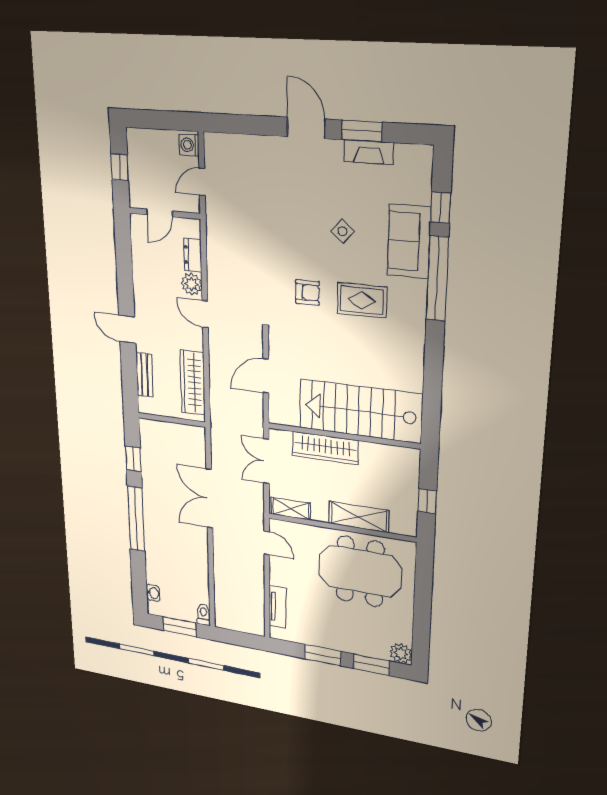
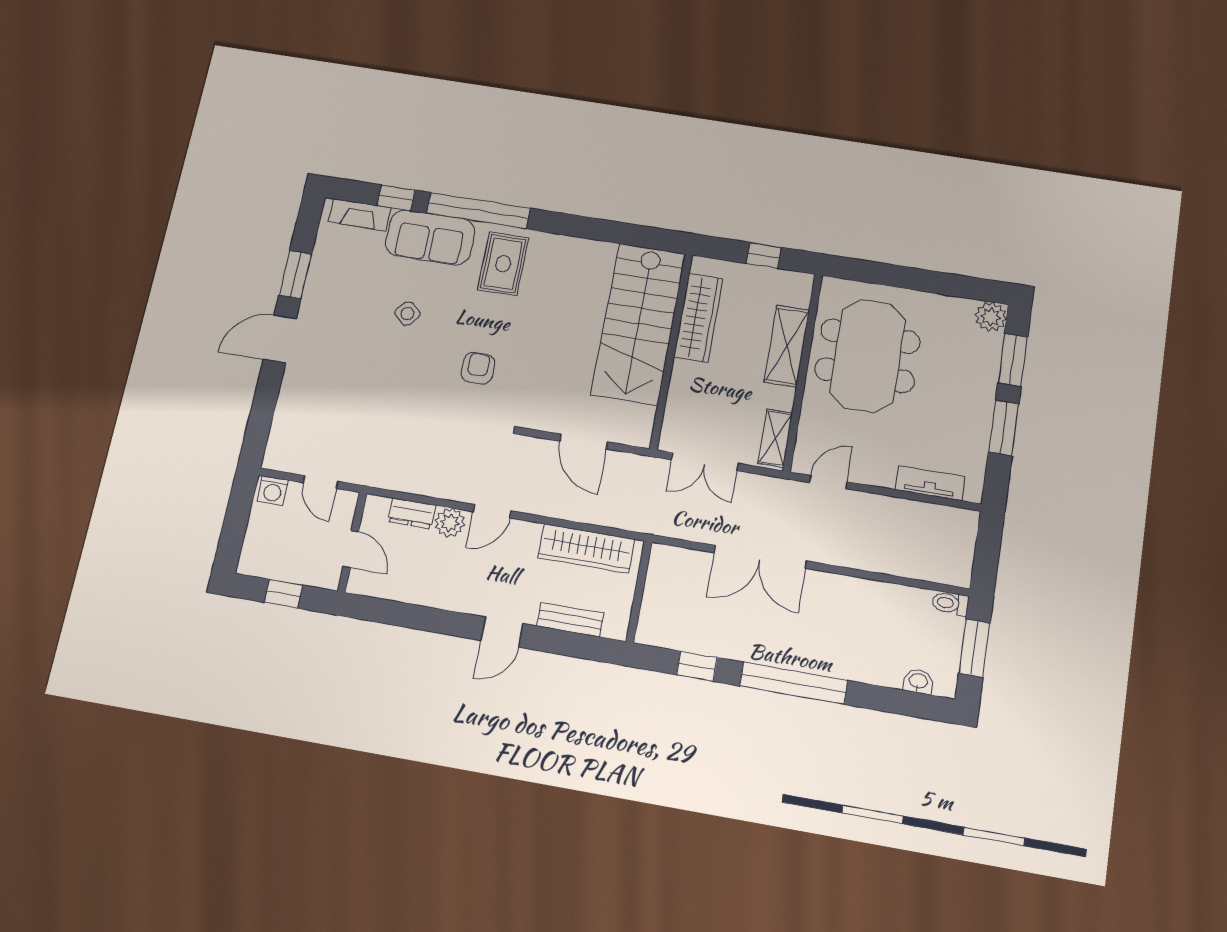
fireplace: (369, 152) -> (360, 215), moved, turned 90
rug: (362, 300) -> (503, 264), moved
wardrobe: (325, 448) -> (698, 318), moved

